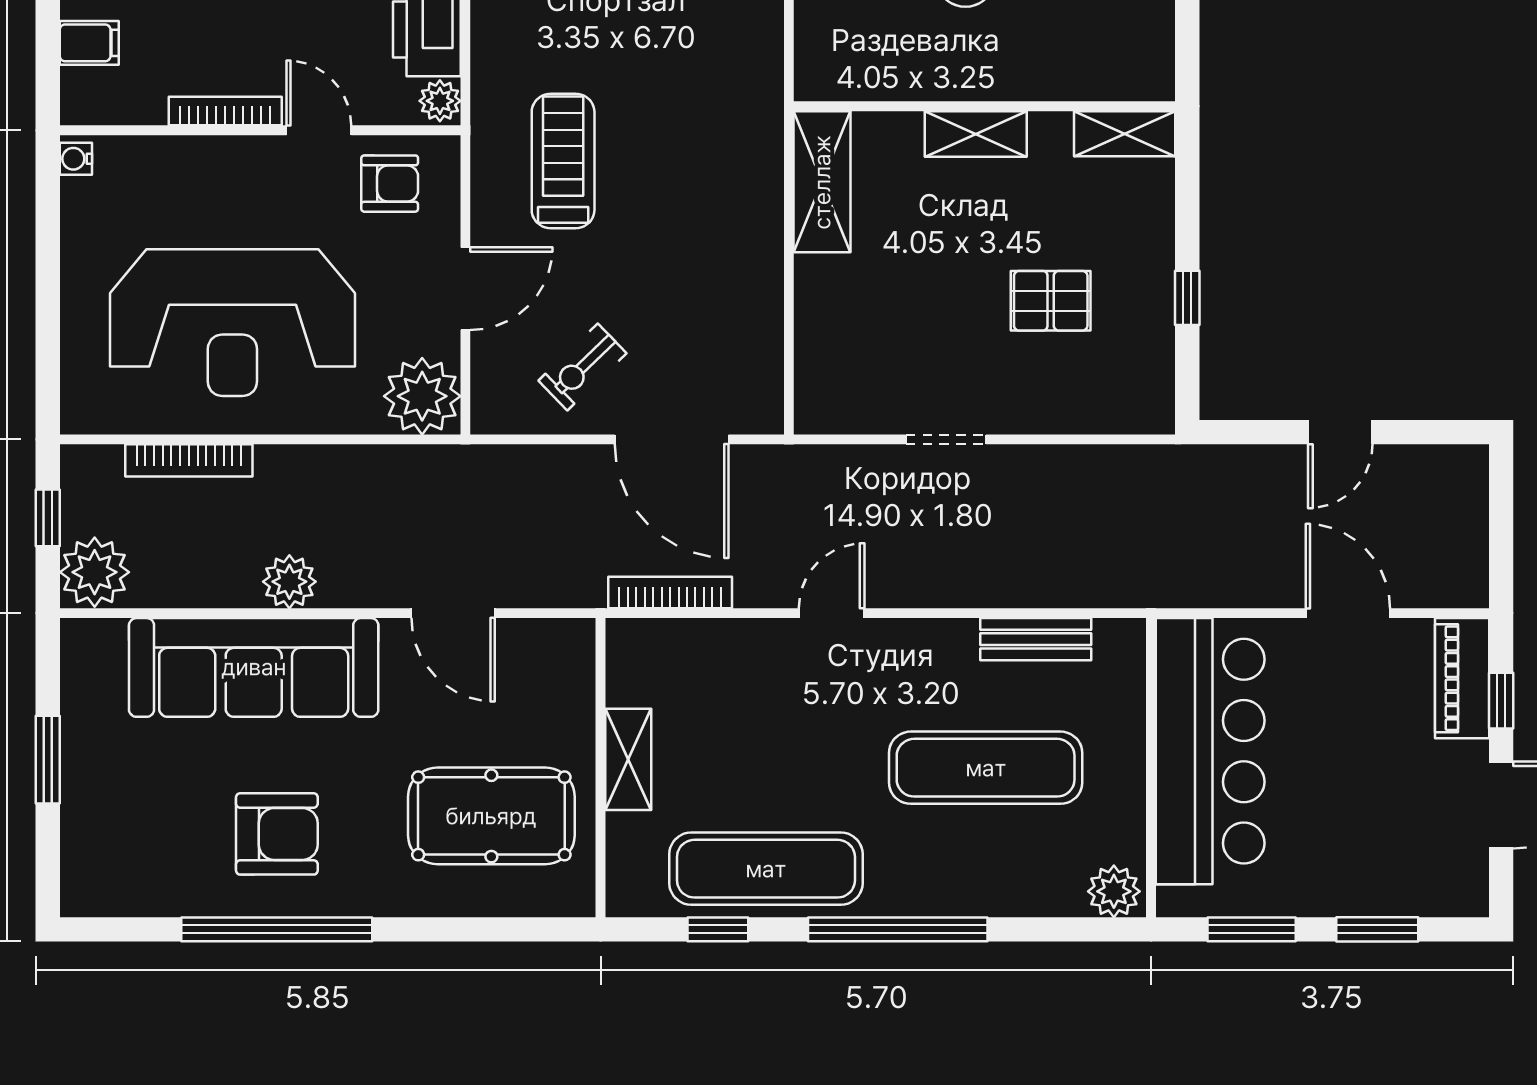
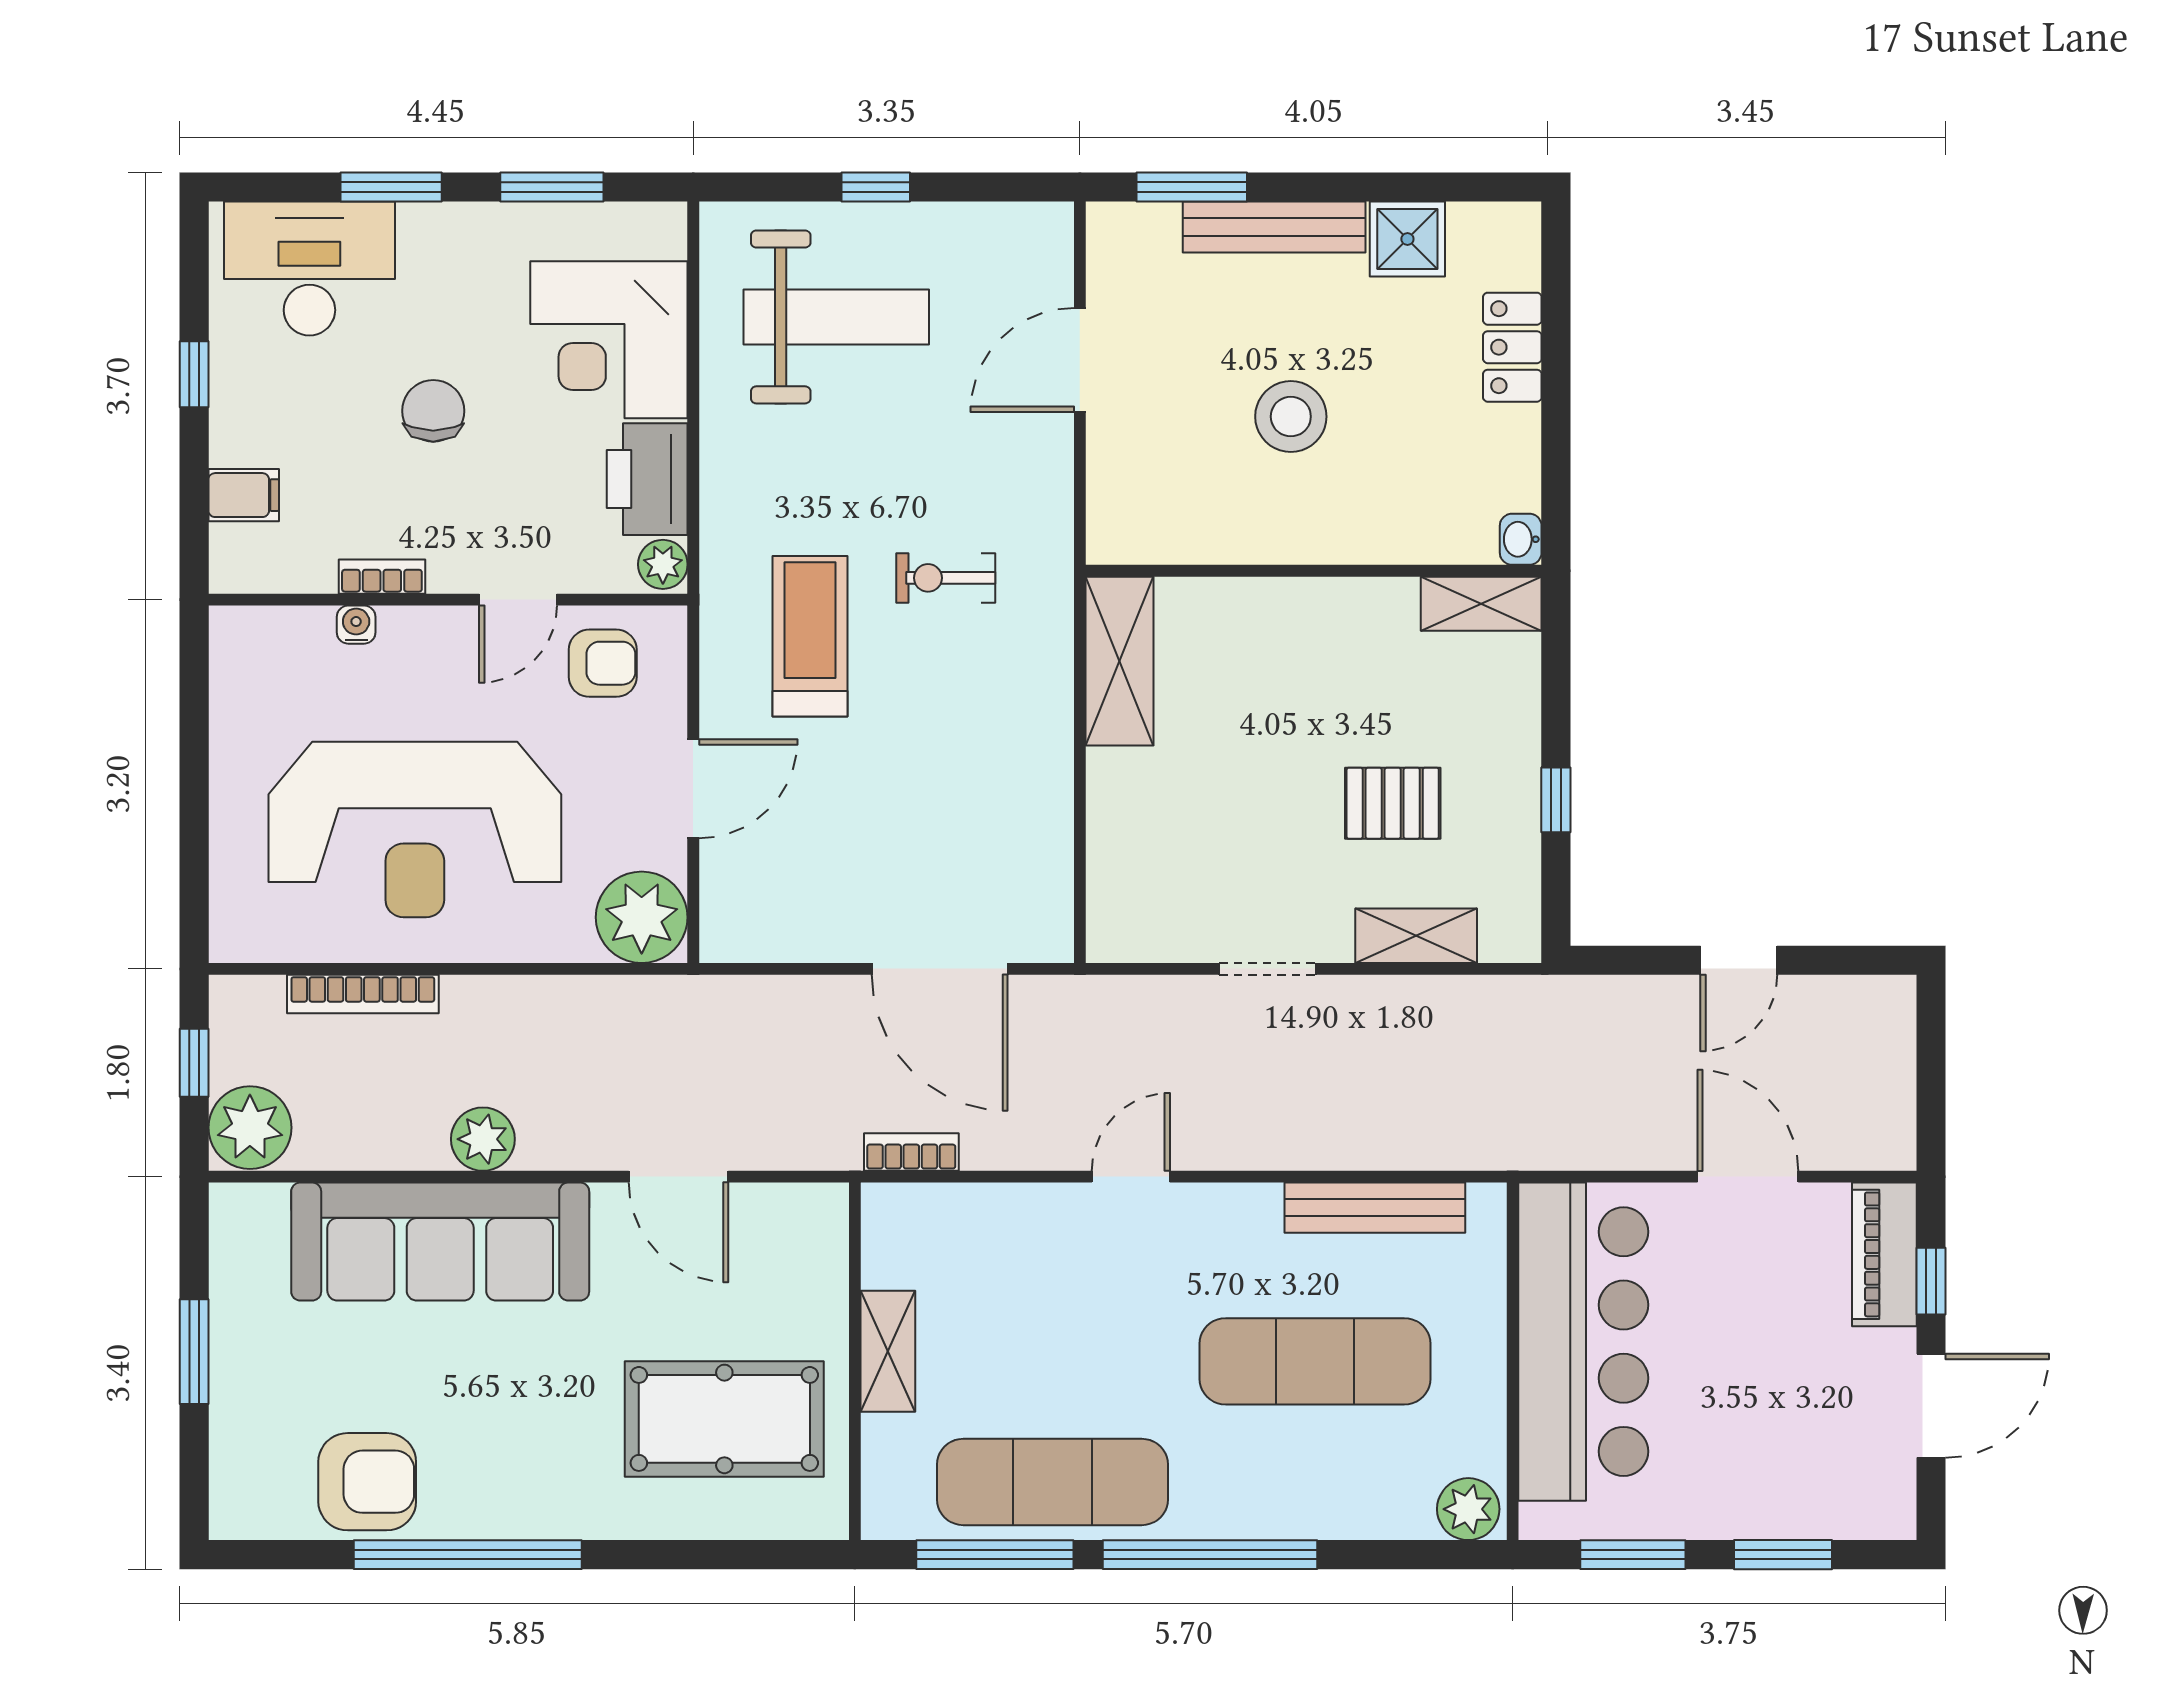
washbasin: (1158, 80) -> (1521, 539), added
bookcase: (225, 111) -> (382, 577), width x0.64
door: (319, 130) -> (518, 600), swing flipped
shelving: (976, 134) -> (1416, 936), moved
water cooler: (76, 159) -> (356, 625), moved, turned 90
exercise bike: (582, 367) -> (946, 578), moved, turned 44
bookcase: (670, 593) -> (911, 1152), width x0.64
bench: (1036, 639) -> (1375, 1208), width x1.36
armchair: (277, 834) -> (367, 1482), moved
window: (718, 929) -> (995, 1555), width x2.17

